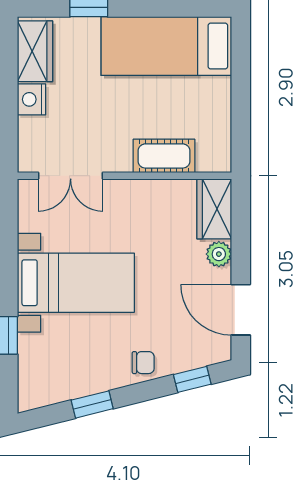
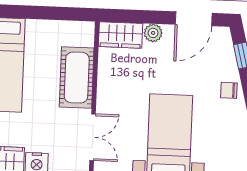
cot: (164, 156) -> (77, 77), width x1.37, depth x1.34
chair: (143, 363) -> (229, 90), turned -90

